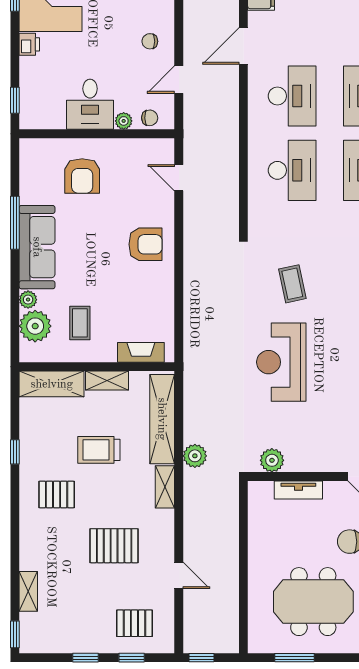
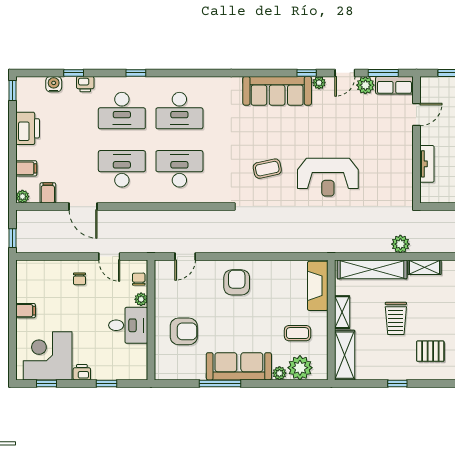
window: (15, 100) -> (107, 383), moved
fireplace: (141, 352) -> (318, 286), width x1.37, depth x1.32
plant: (272, 460) -> (404, 184), removed
pallet: (57, 494) -> (430, 351), turned 90

